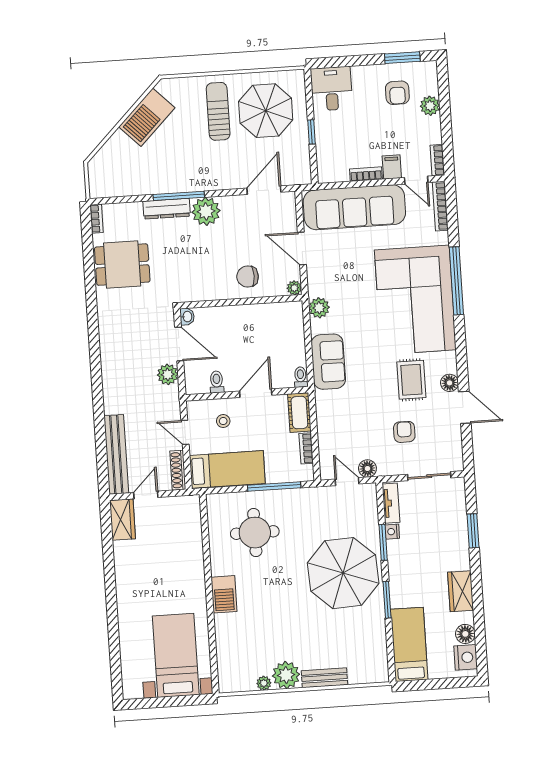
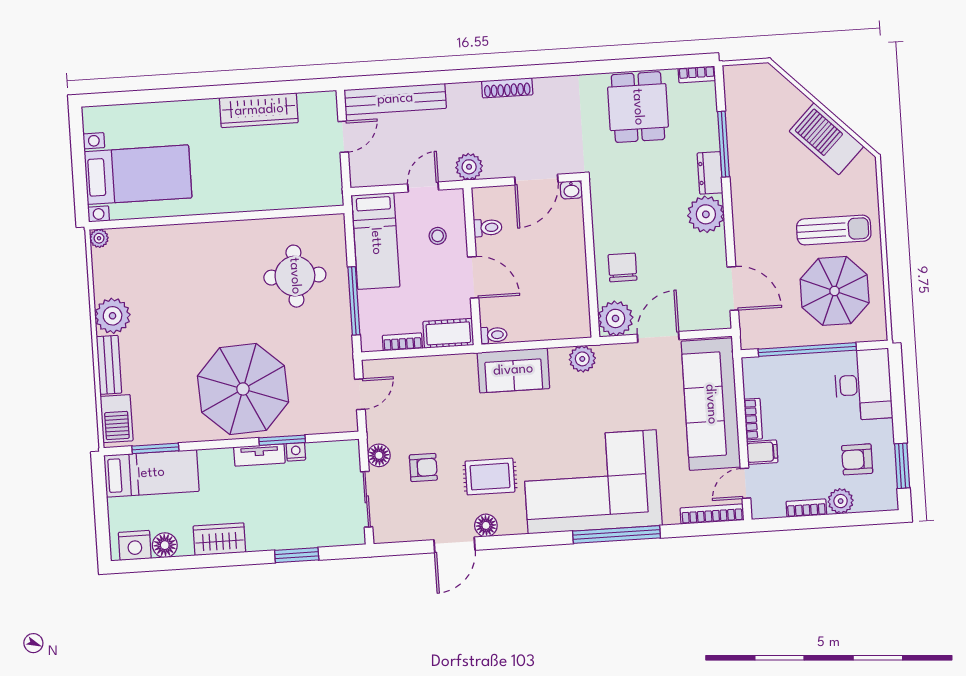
desk: (331, 89) -> (863, 385), width x1.37
window: (312, 132) -> (807, 350), width x3.17
bookcase: (437, 160) -> (806, 508), moved
window: (179, 196) -> (723, 144), moved
dresser: (167, 209) -> (710, 173), width x0.70
plant: (294, 288) -> (616, 318), width x1.88, depth x1.88
plant: (168, 374) -> (469, 167), moved
floor lamp: (367, 468) -> (379, 455), moved
shoe rack: (178, 470) -> (507, 88), moved, turned 180
door: (146, 495) -> (343, 137), hinge flipped
tv unit: (391, 503) -> (259, 455), moved
wardrobe: (122, 520) -> (259, 110), moved, width x1.50
barbecue: (224, 594) -> (117, 419), moved, turned -90
window: (387, 600) -> (155, 448), moved
plant: (264, 683) -> (99, 238), moved

